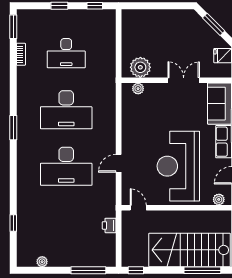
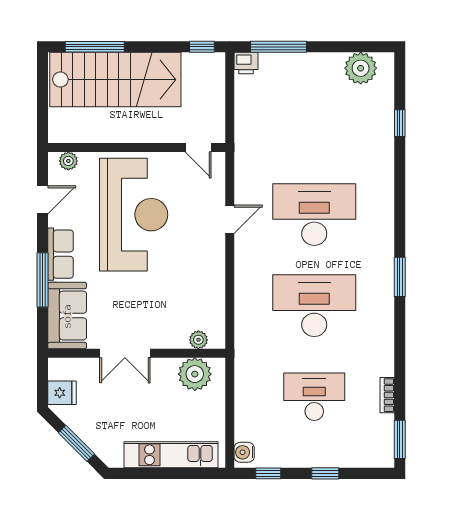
kitchen unit: (155, 17) -> (171, 455), added
water cooler: (110, 19) -> (244, 452), added
printer: (109, 225) -> (246, 63), moved, turned 90
plant: (42, 262) -> (361, 68), width x1.88, depth x1.88

